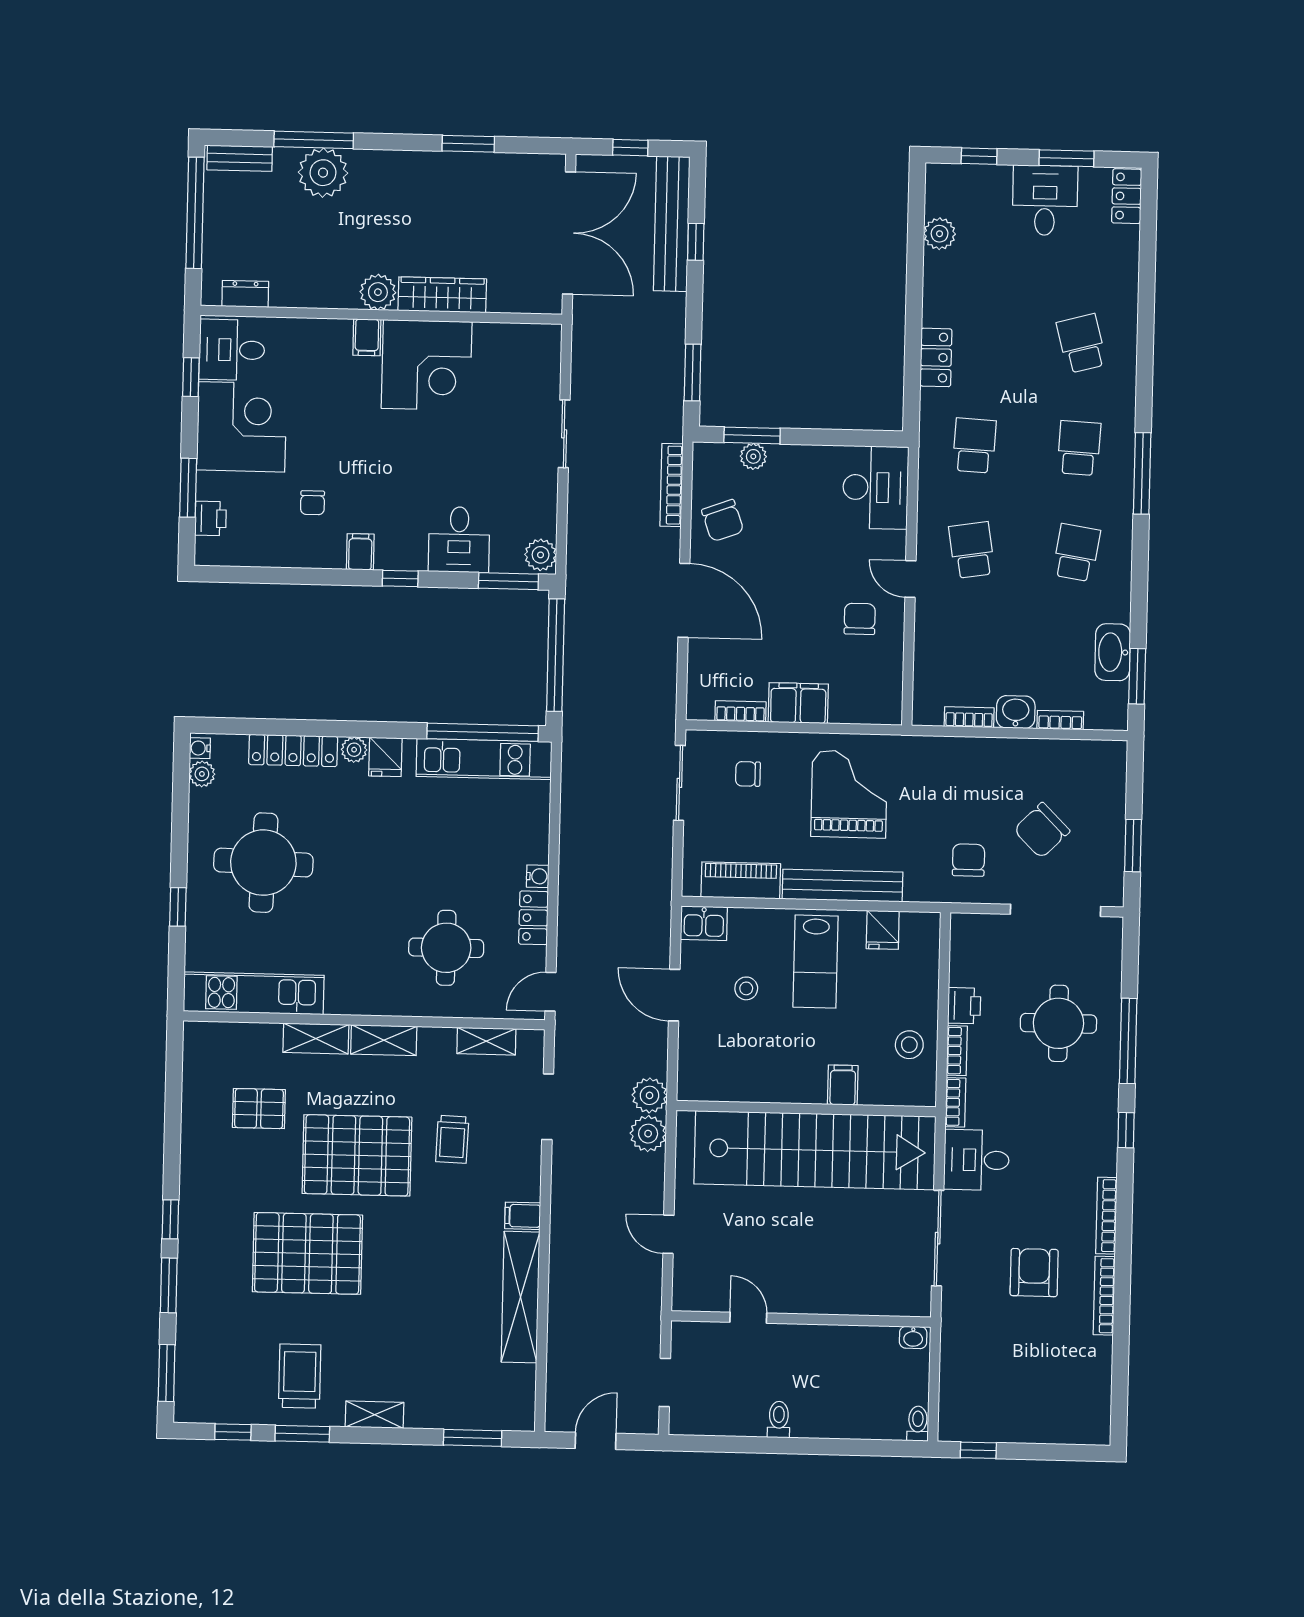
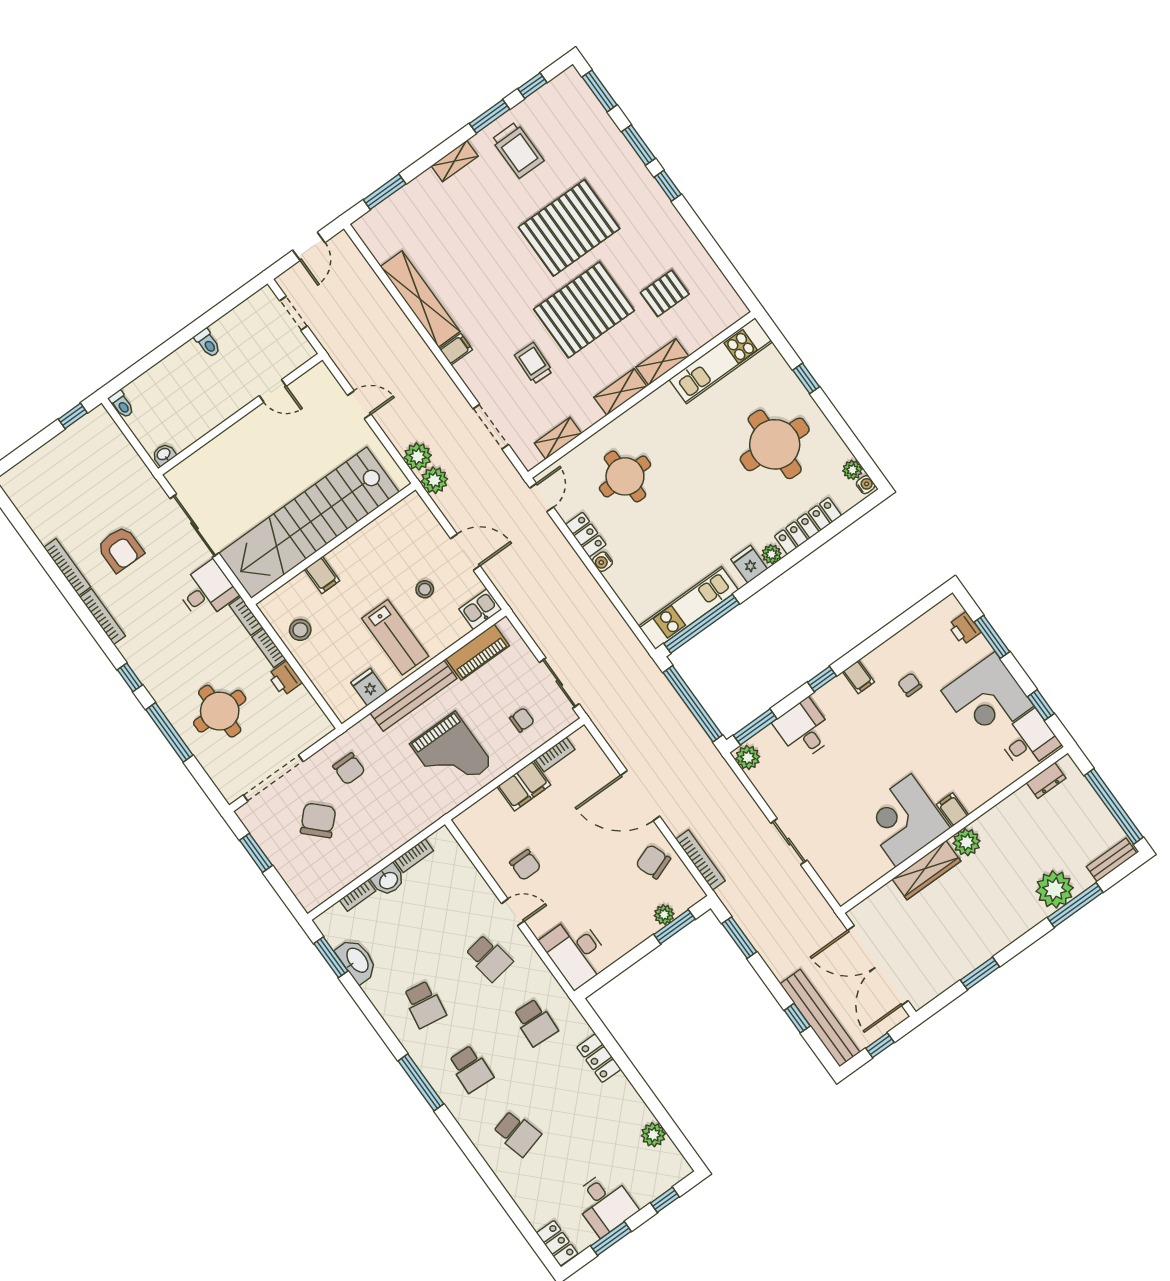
lab bench: (815, 962) -> (395, 637), turned 180

